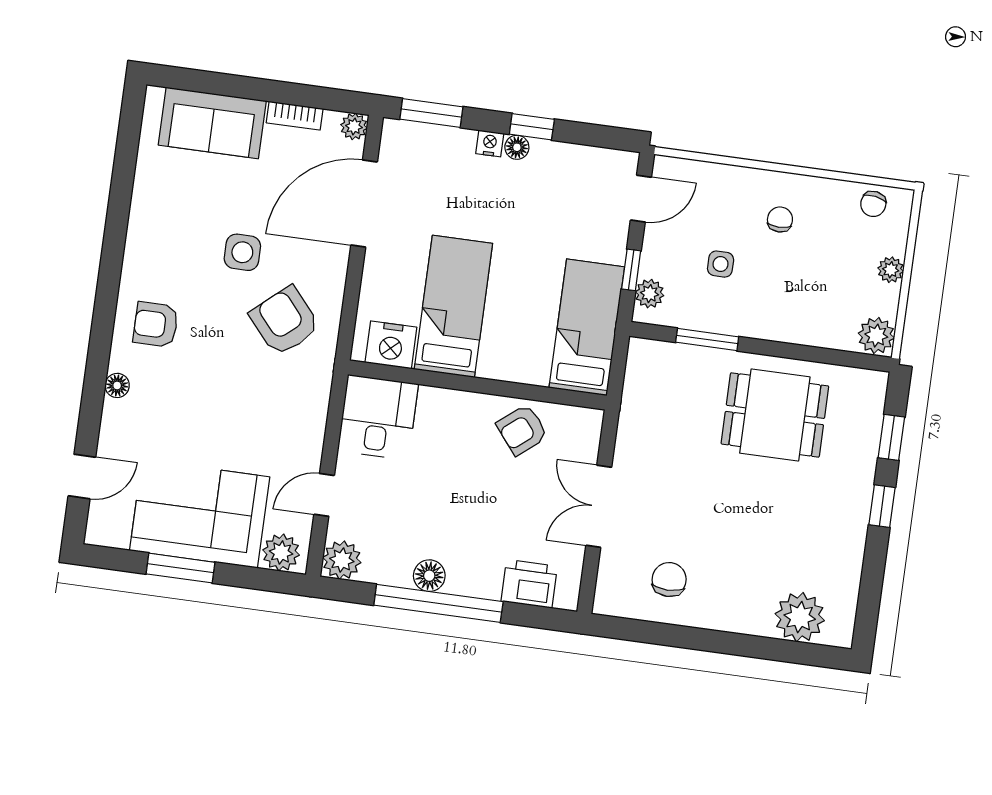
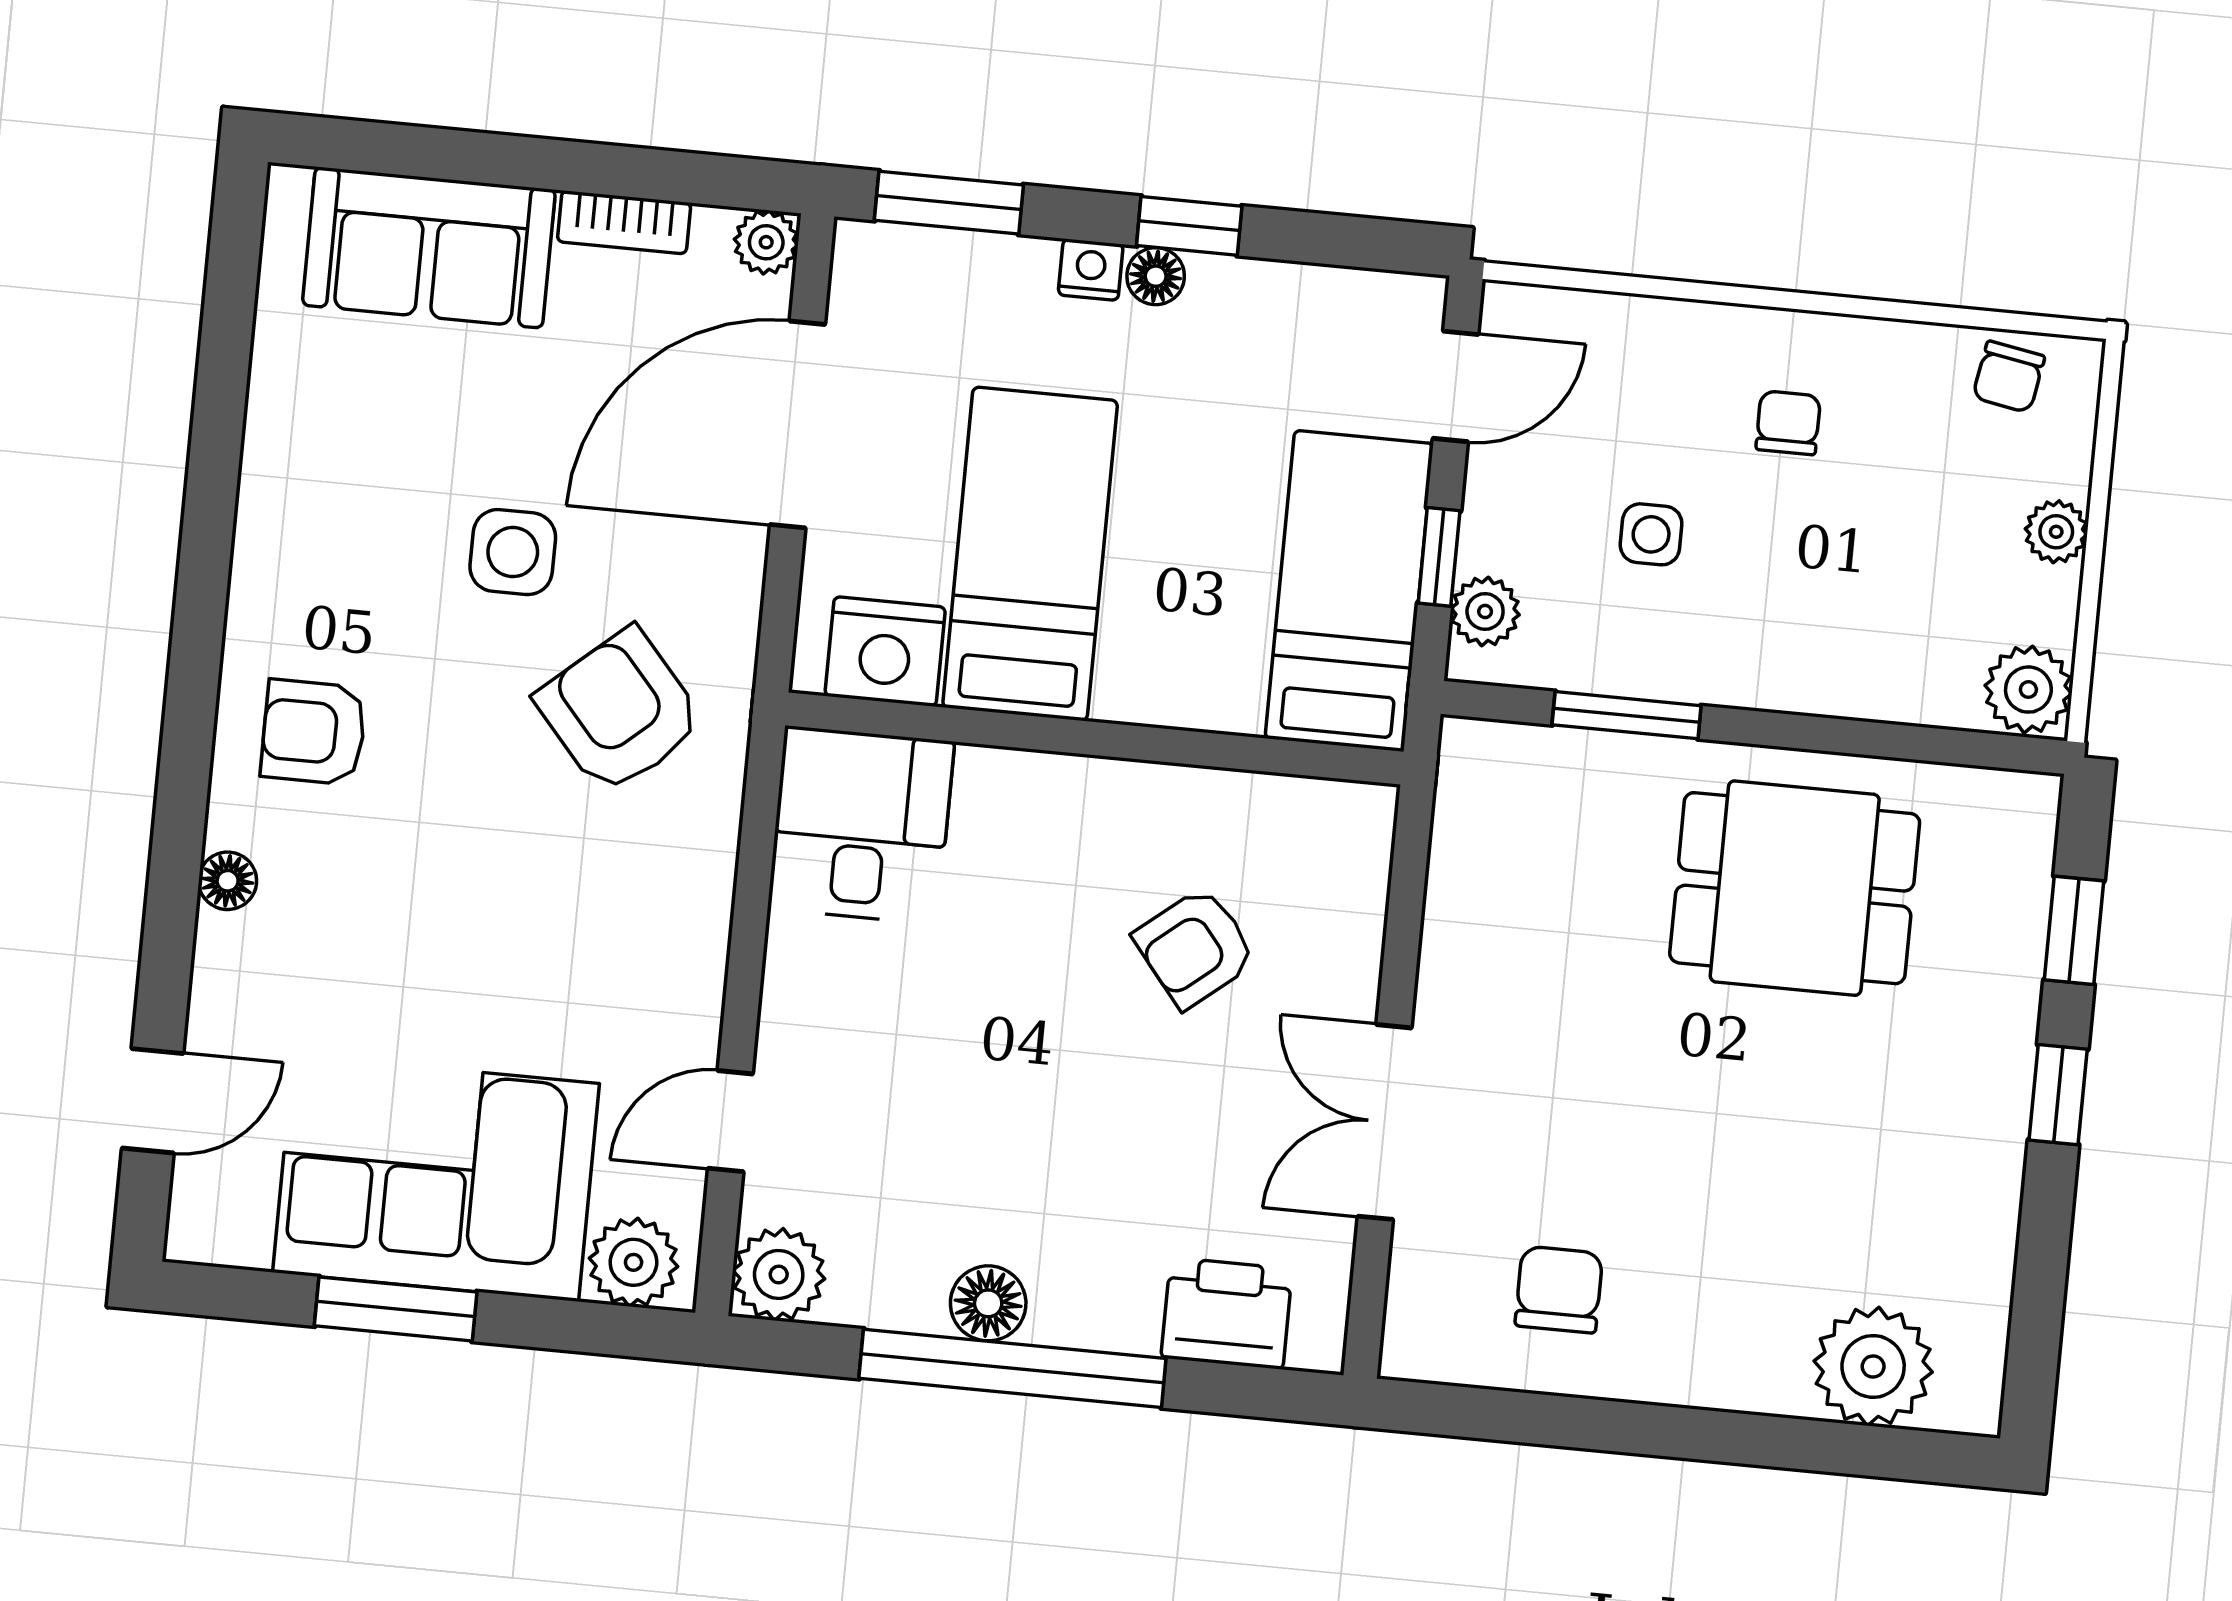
bed: (453, 306) -> (1030, 554), moved
bed: (587, 327) -> (1349, 591), moved
nightstand: (391, 345) -> (885, 651), moved
wall: (477, 385) -> (1094, 738), moved
desk: (378, 417) -> (861, 825), moved

